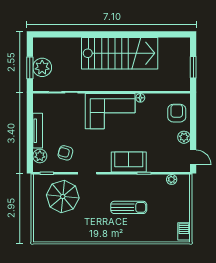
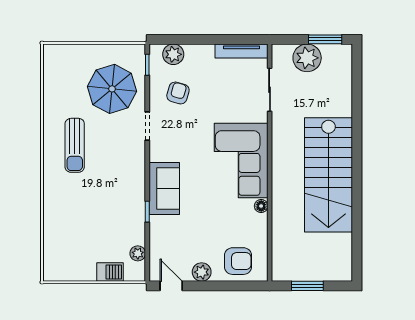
window: (30, 68) -> (325, 39), moved
tv unit: (38, 131) -> (241, 51), moved
door: (193, 157) -> (171, 286), swing flipped
sun lounger: (129, 207) -> (75, 145), moved
barbecue: (184, 231) -> (110, 272), moved

